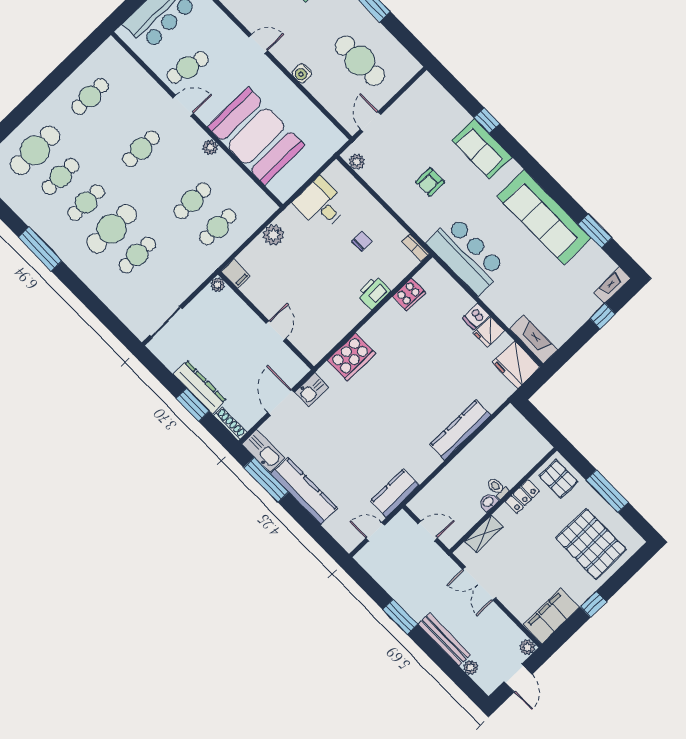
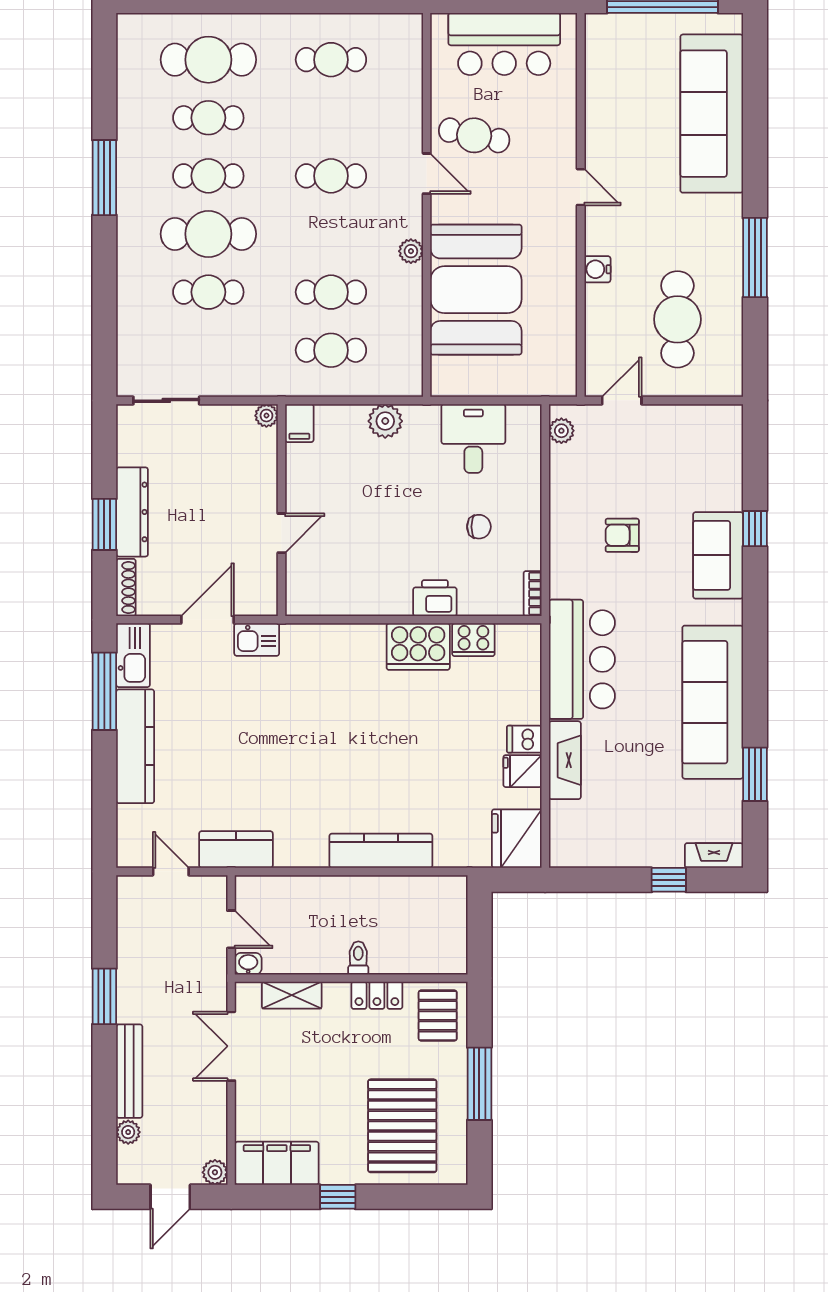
fireplace: (533, 339) -> (565, 760), moved
cooker: (351, 357) -> (418, 647), moved
washbasin: (488, 502) -> (248, 964), moved

